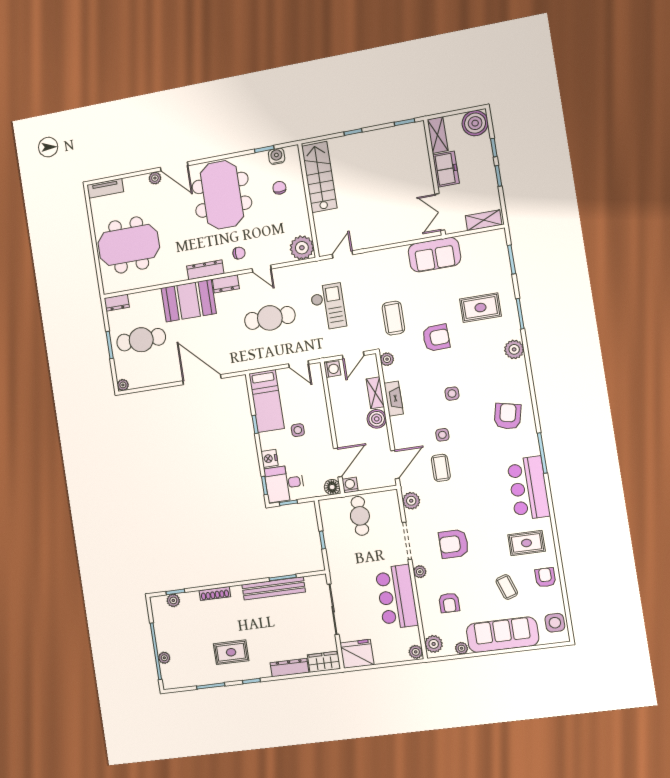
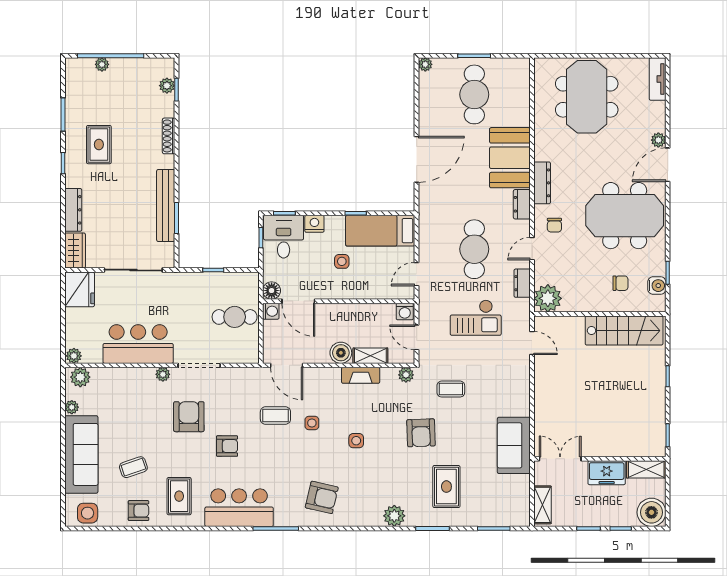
dresser: (117, 303) -> (522, 283), moved
coffee table: (393, 318) -> (451, 389), width x0.73, depth x0.77
plant: (411, 501) -> (243, 377), removed
armchair: (449, 603) -> (227, 446), moved, turned 180

